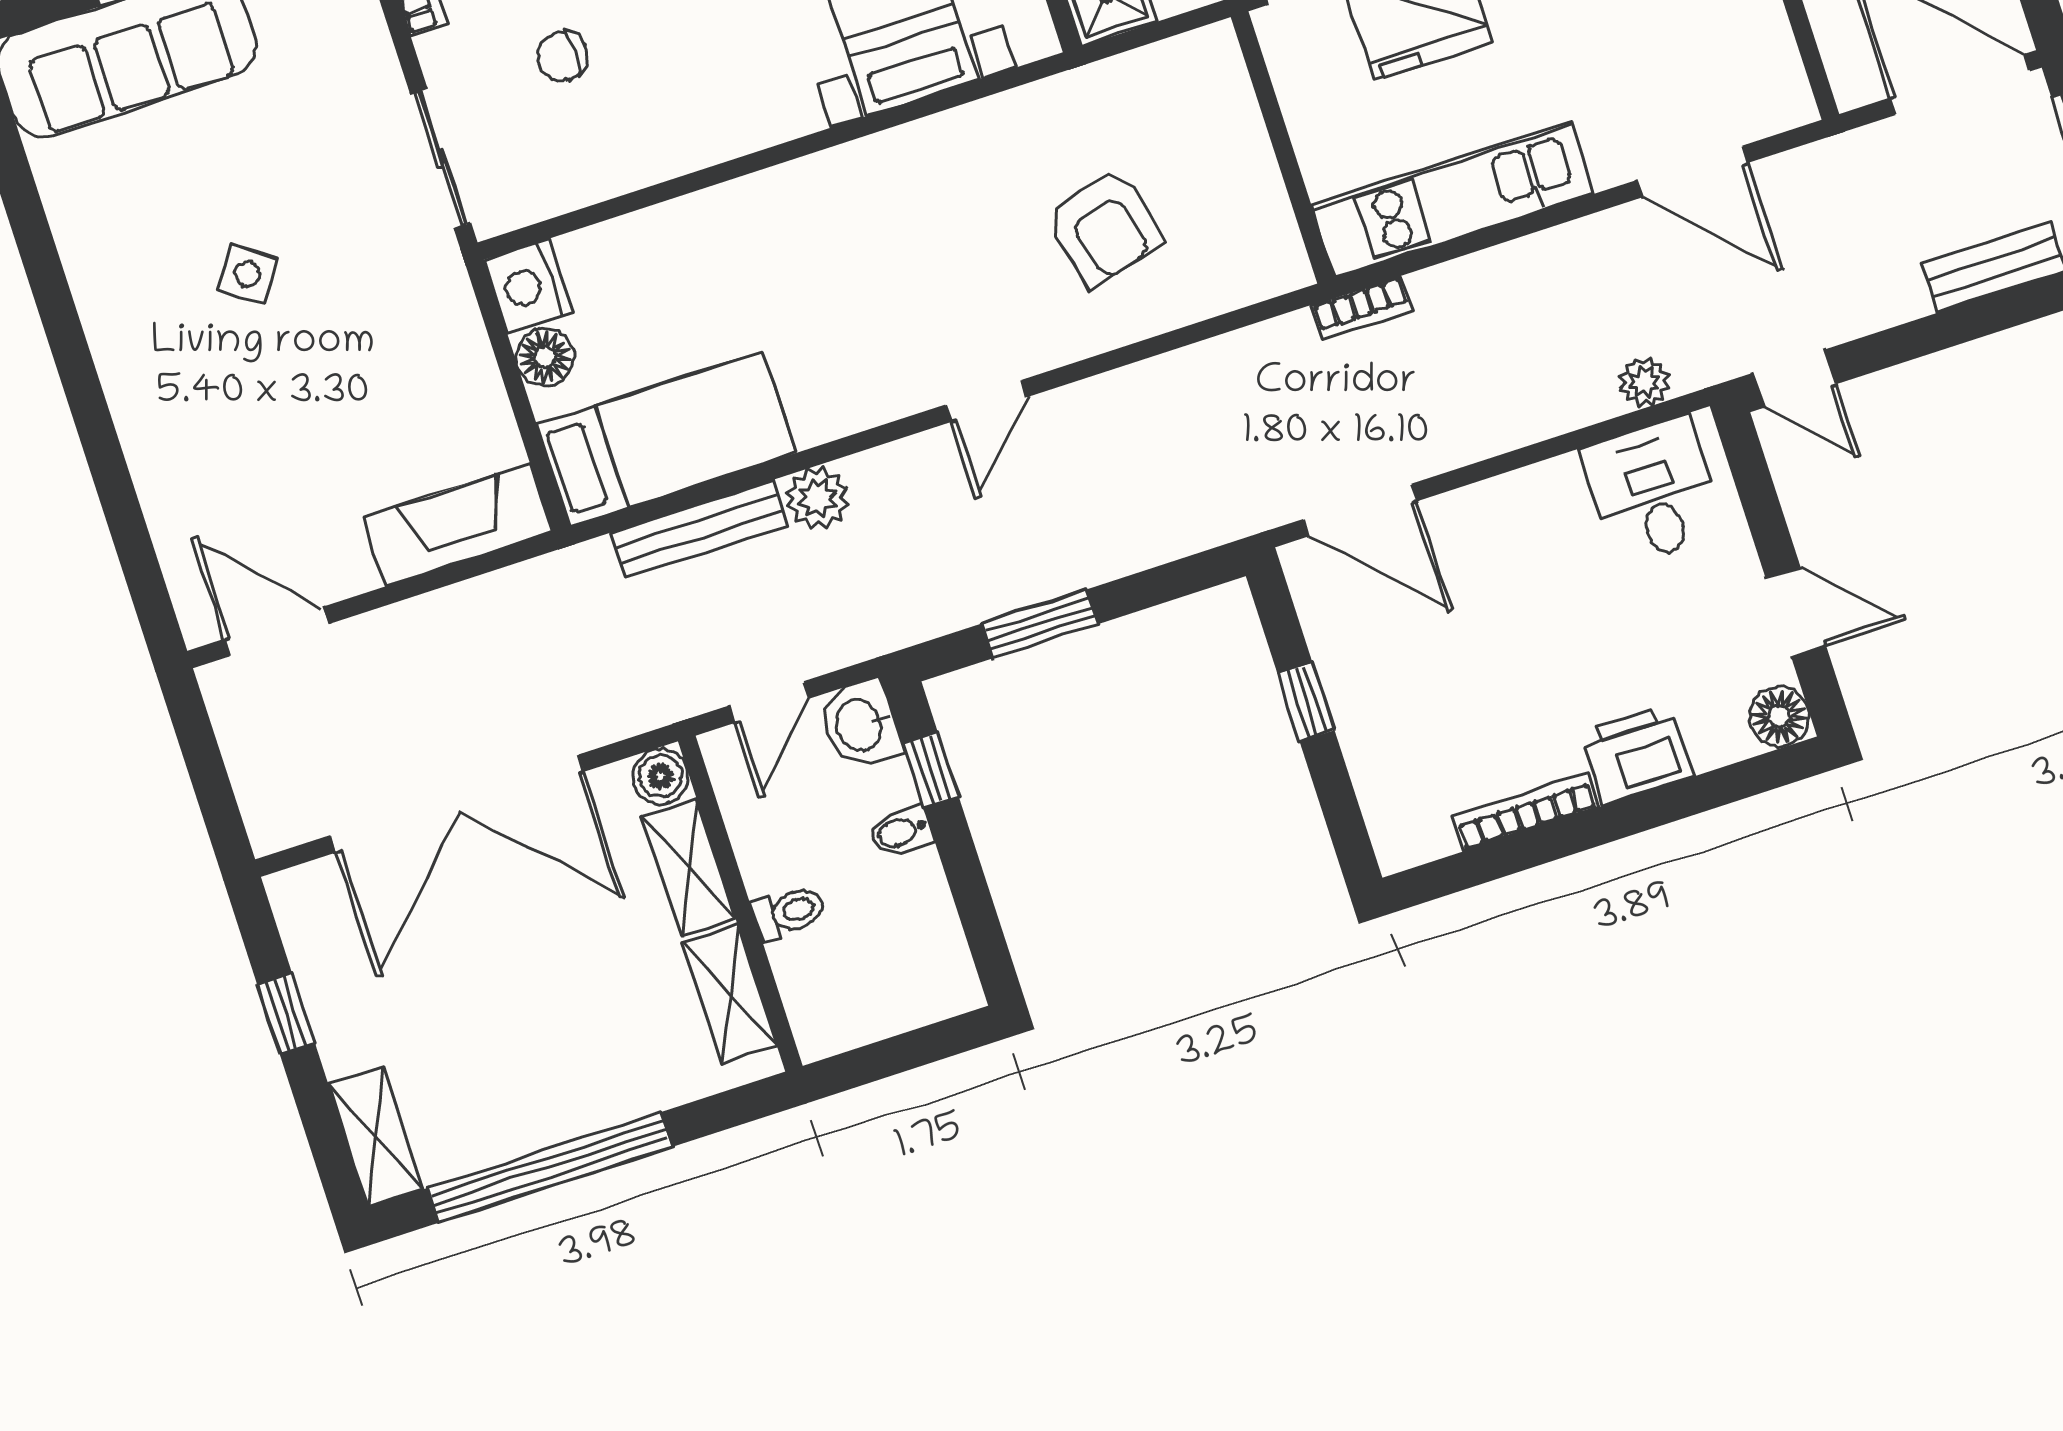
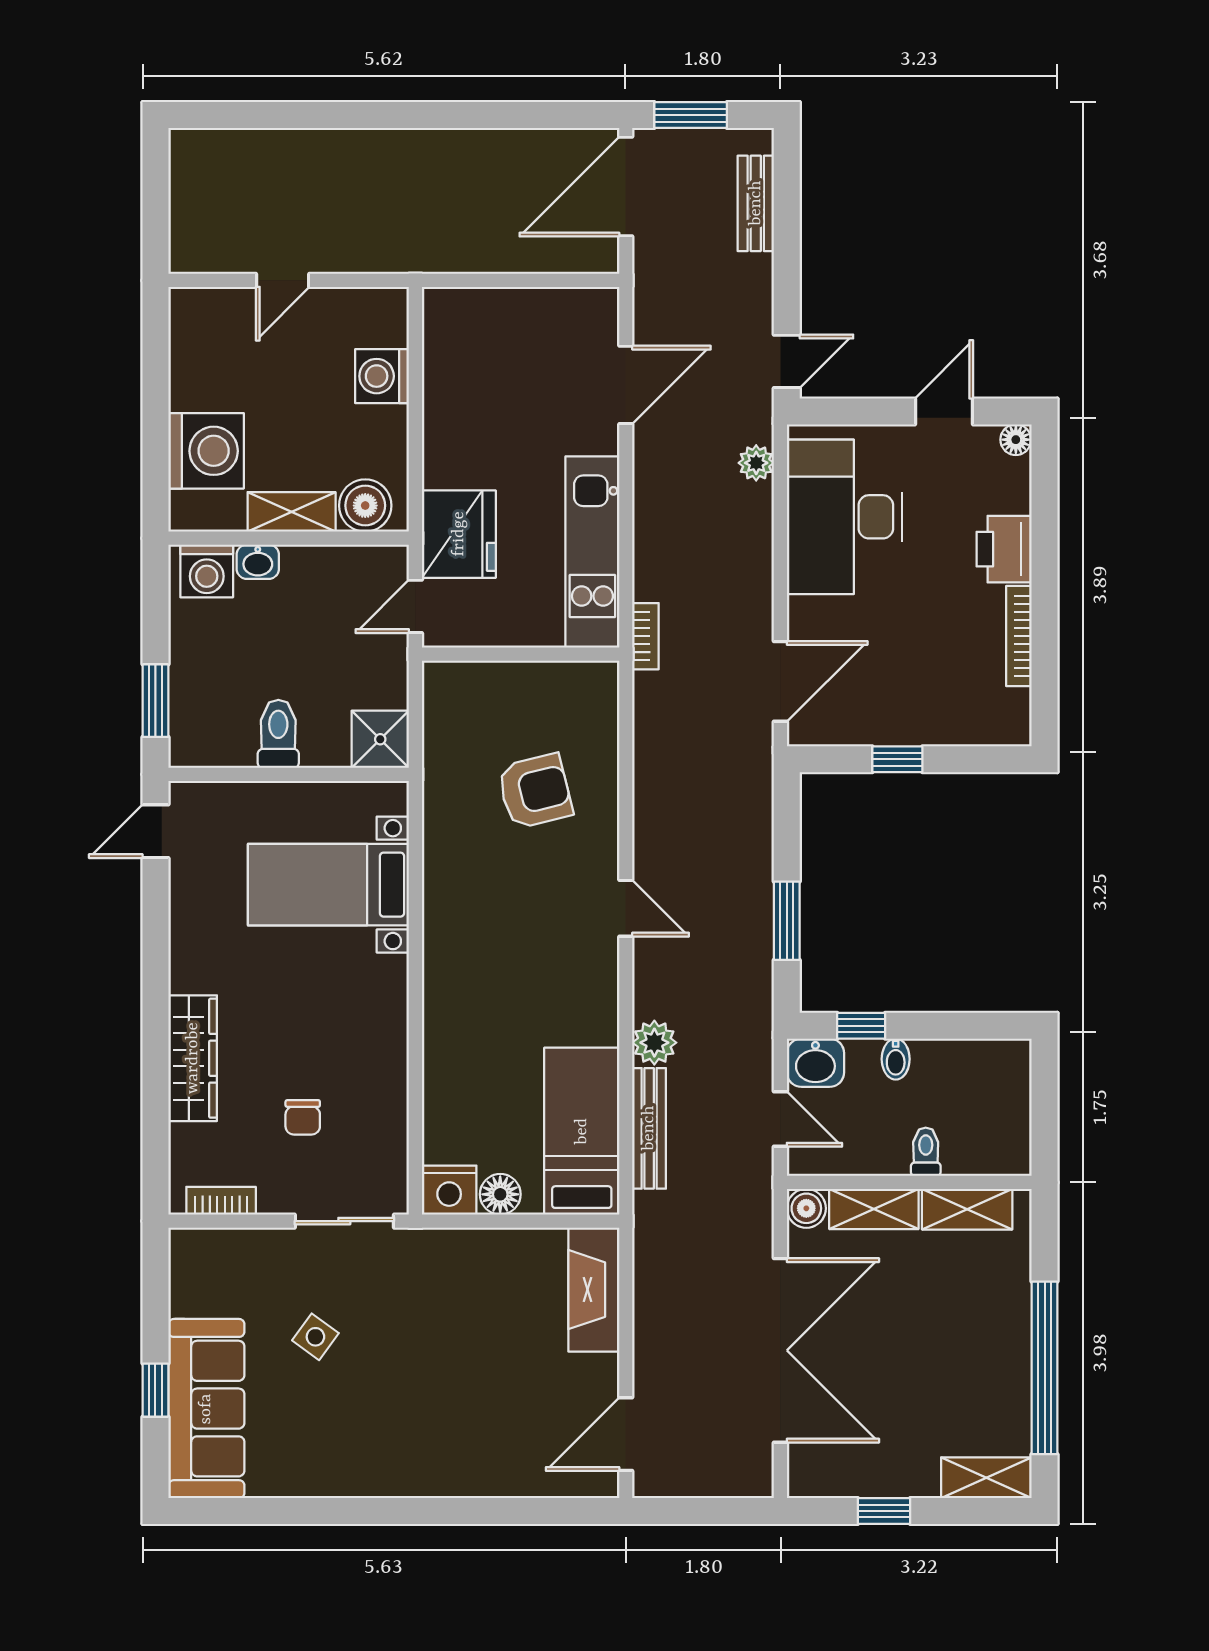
side table: (247, 274) -> (315, 1337), moved
desk: (1653, 491) -> (845, 517), width x1.87, depth x1.30
floor lamp: (1779, 717) -> (1016, 440), width x0.73, depth x0.73

